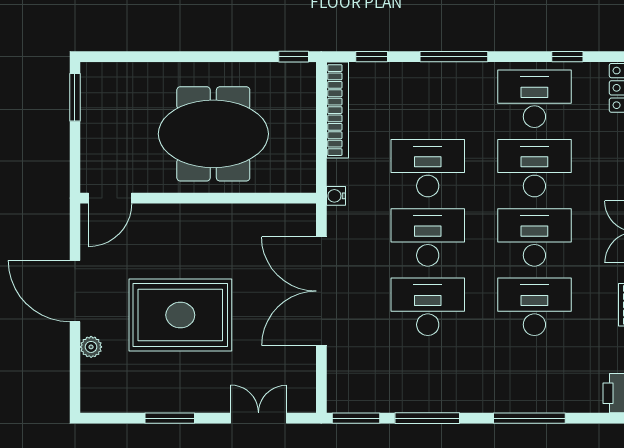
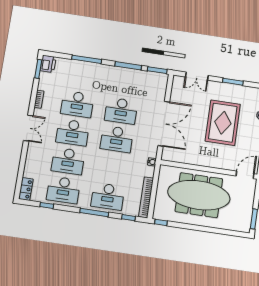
meeting table: (213, 134) -> (199, 195), width x1.36
desk: (428, 168) -> (108, 197), moved
rug: (180, 315) -> (223, 123), turned 90

